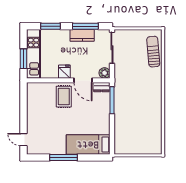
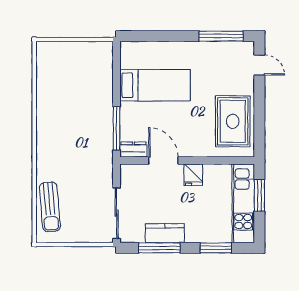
plant: (104, 73) -> (129, 173), removed
rug: (64, 97) -> (233, 121), moved, width x1.36, depth x1.43
bed: (88, 145) -> (155, 85), moved
window: (64, 157) -> (221, 36), moved

